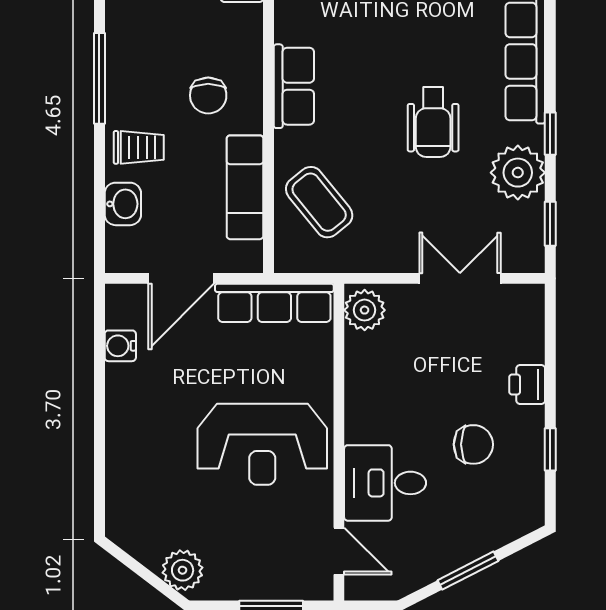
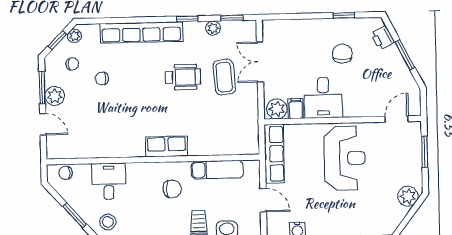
plant: (518, 173) -> (213, 28), width x0.53, depth x0.53
coffee table: (319, 202) -> (224, 77), moved, turned -56
door: (181, 278) -> (263, 200), width x0.73
filing cabinet: (364, 348) -> (296, 109), added
printer: (527, 384) -> (383, 38), moved, turned 63
desk: (385, 483) -> (323, 98), moved

